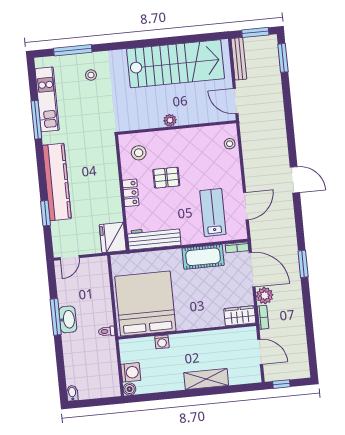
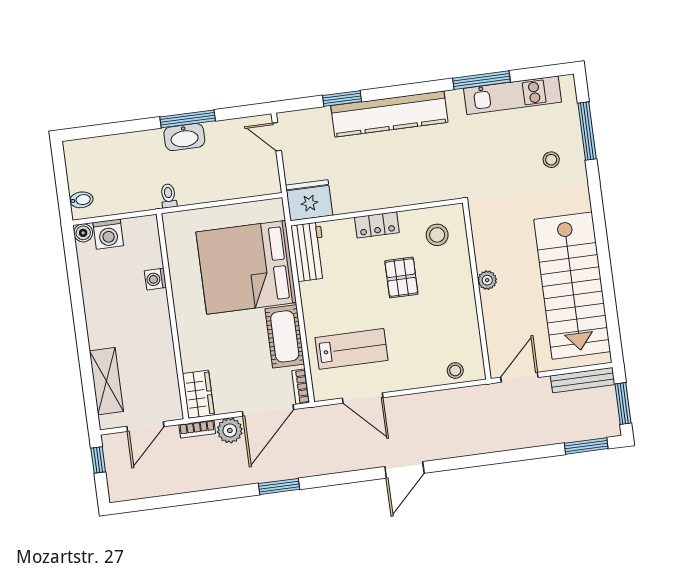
workbench: (154, 238) -> (309, 252), width x0.73
bed: (145, 304) -> (246, 267), moved, turned 180
shelving: (206, 379) -> (106, 381), moved
bidet: (72, 393) -> (81, 200), moved

